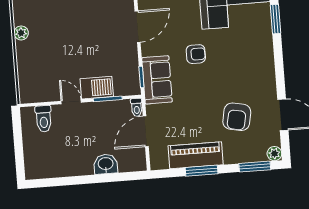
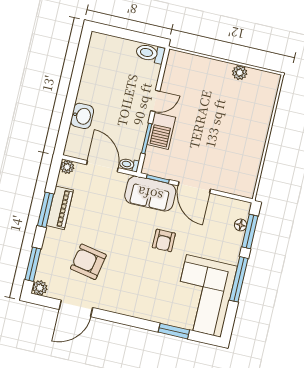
door: (138, 27) -> (194, 187), moved
toilet: (44, 119) -> (150, 53), moved
piano: (196, 155) -> (60, 208), width x0.73, depth x0.75
plant: (156, 163) -> (67, 167), added

